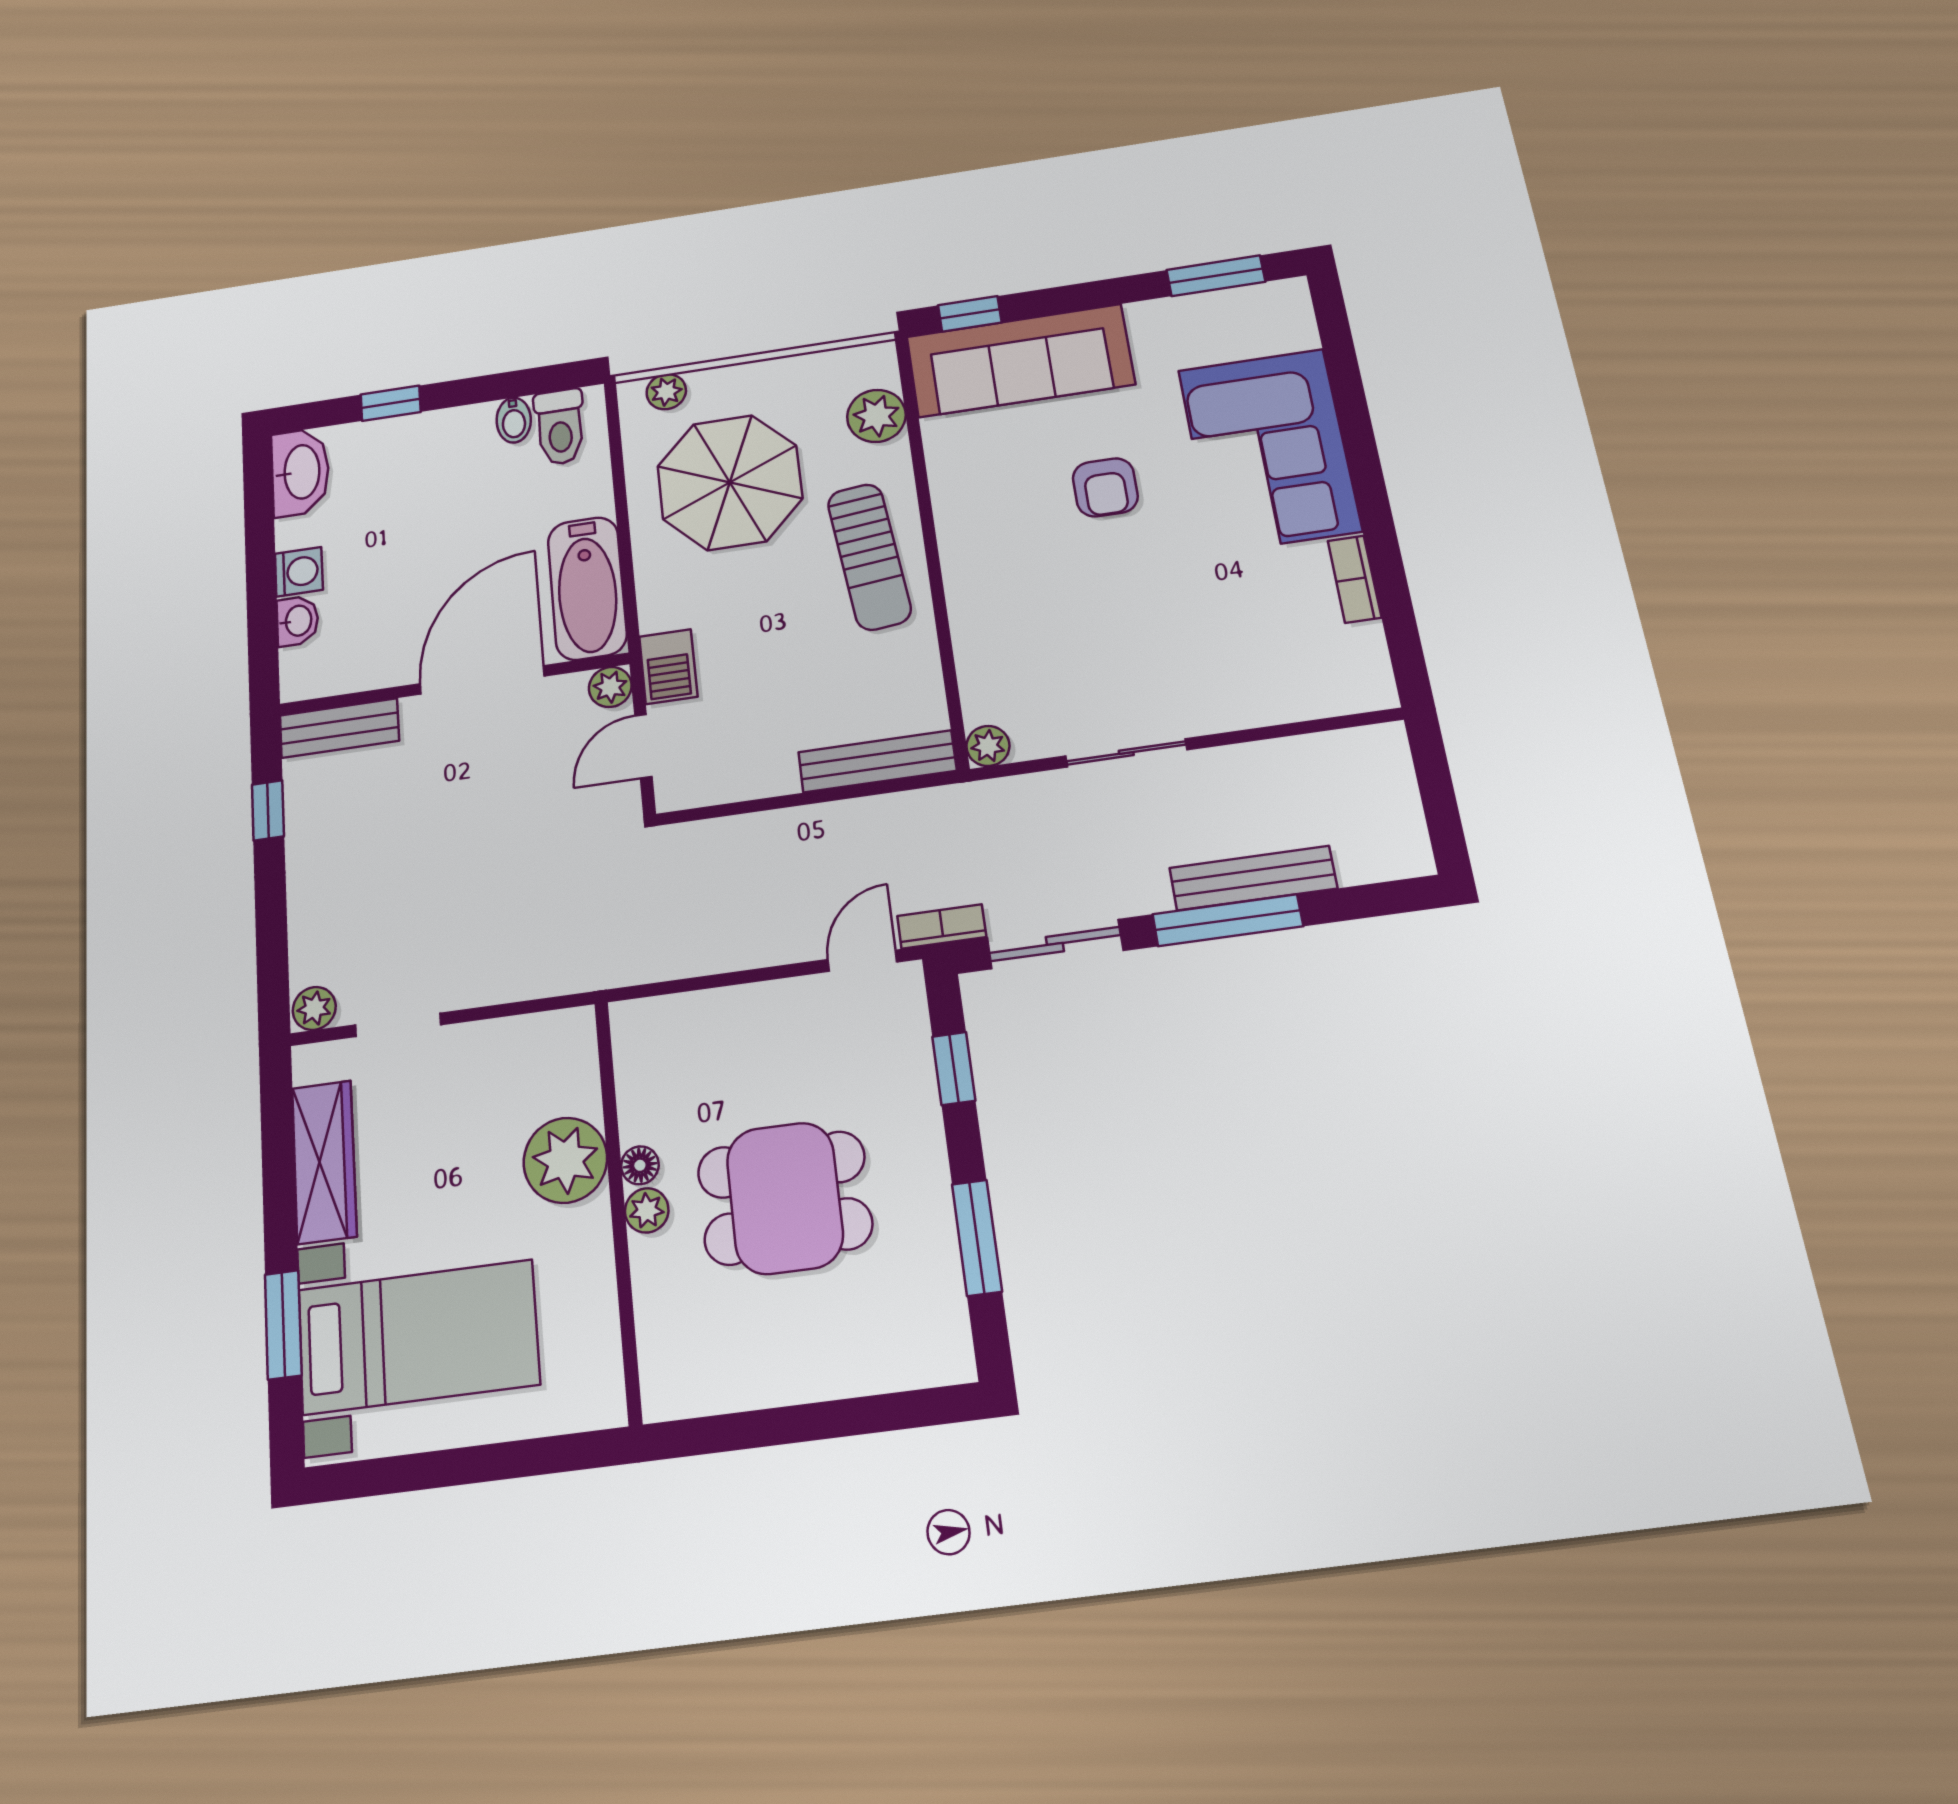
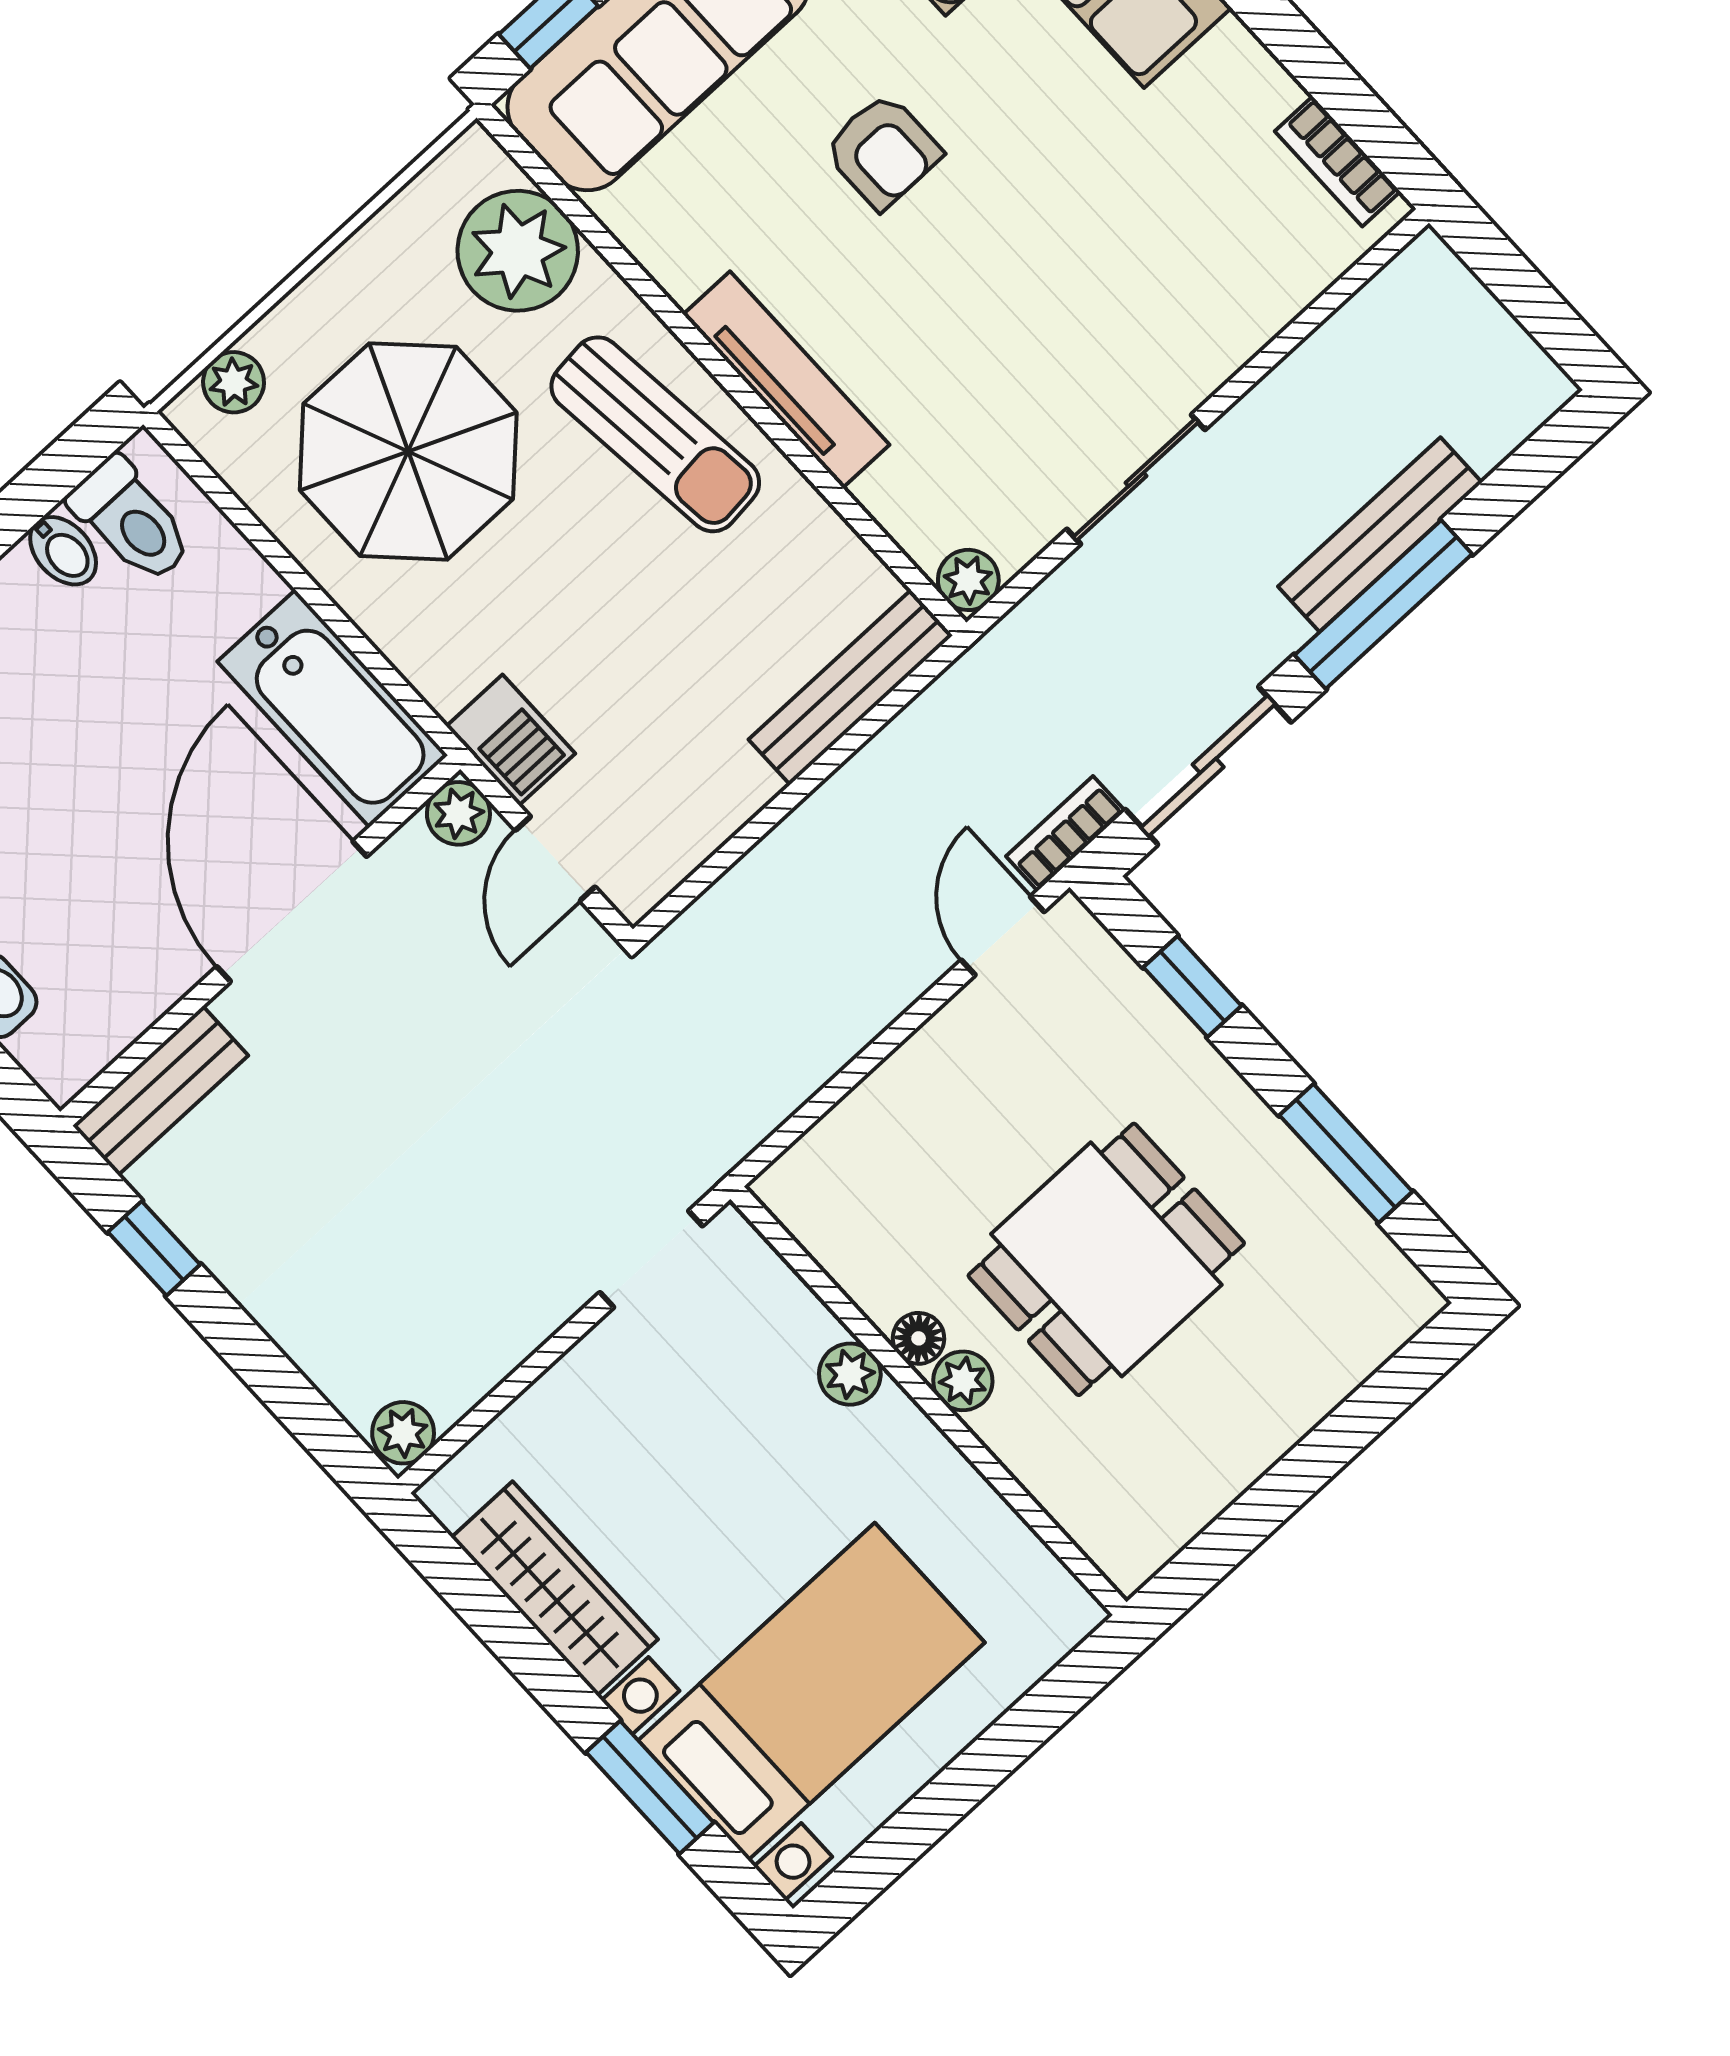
plant: (876, 416) -> (518, 251), width x1.36, depth x1.36
tv unit: (963, 573) -> (786, 380), added
bookcase: (1355, 579) -> (1338, 161), moved
doorway: (398, 1025) -> (651, 1259), moved
plant: (565, 1160) -> (850, 1374), width x0.53, depth x0.53

